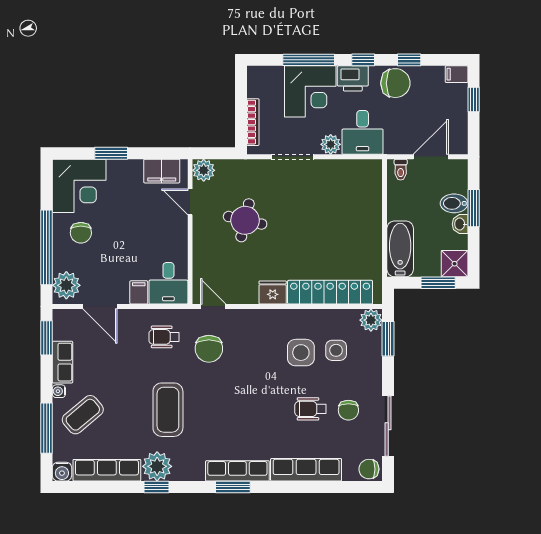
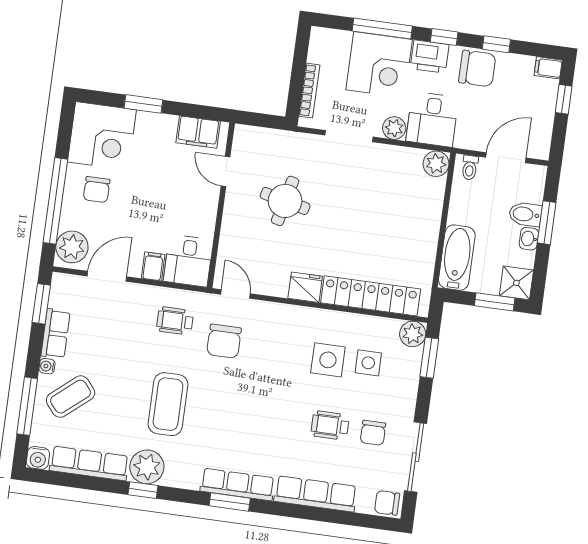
plant: (204, 170) -> (436, 164), moved
door: (100, 306) -> (107, 276), swing flipped

